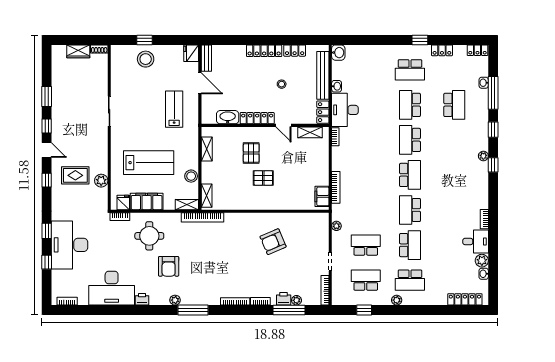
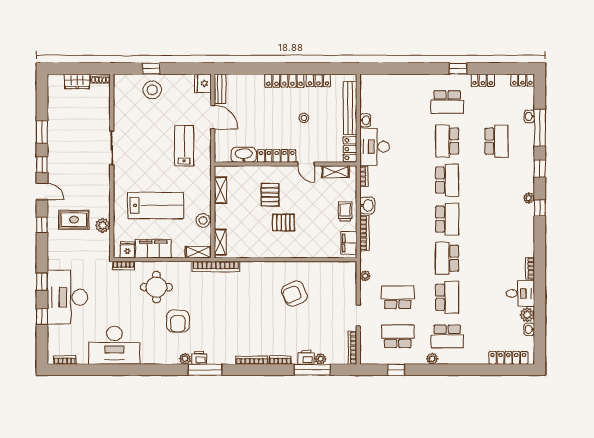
washbasin: (338, 53) -> (367, 205), moved
school desk: (410, 140) -> (447, 180), turned 180
trolley: (318, 168) -> (345, 211), added
printer: (142, 299) -> (199, 358), moved

